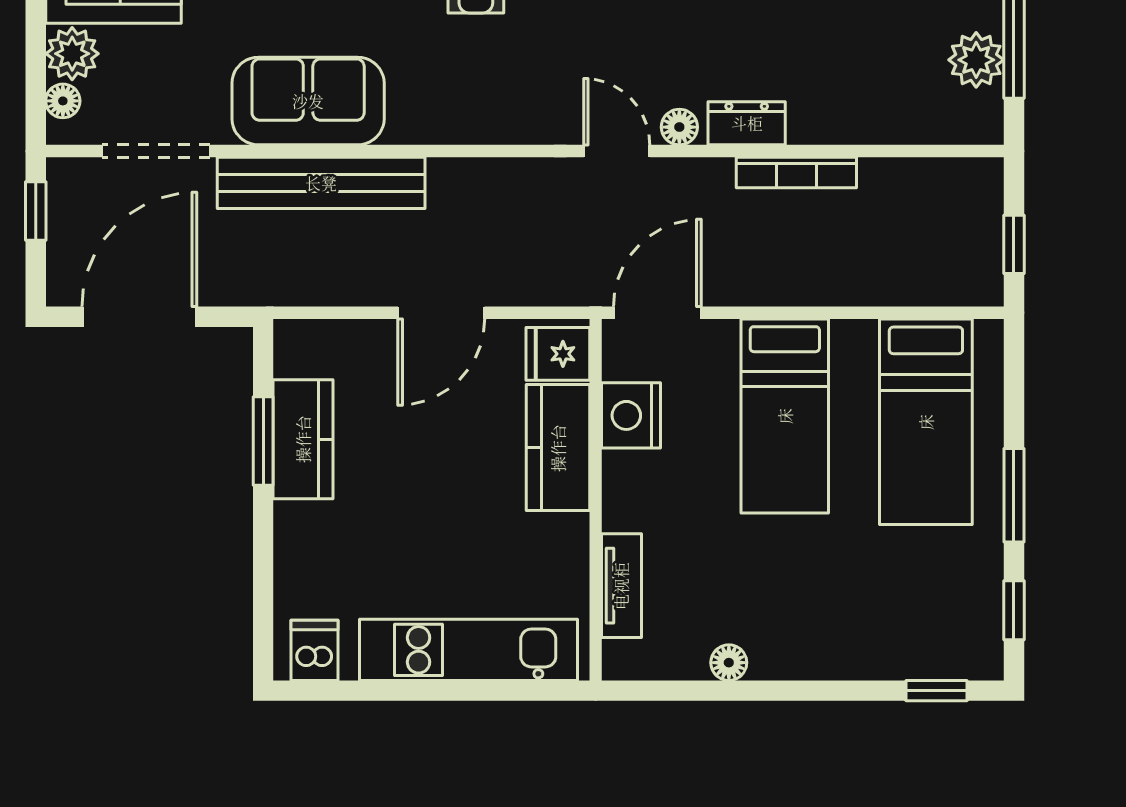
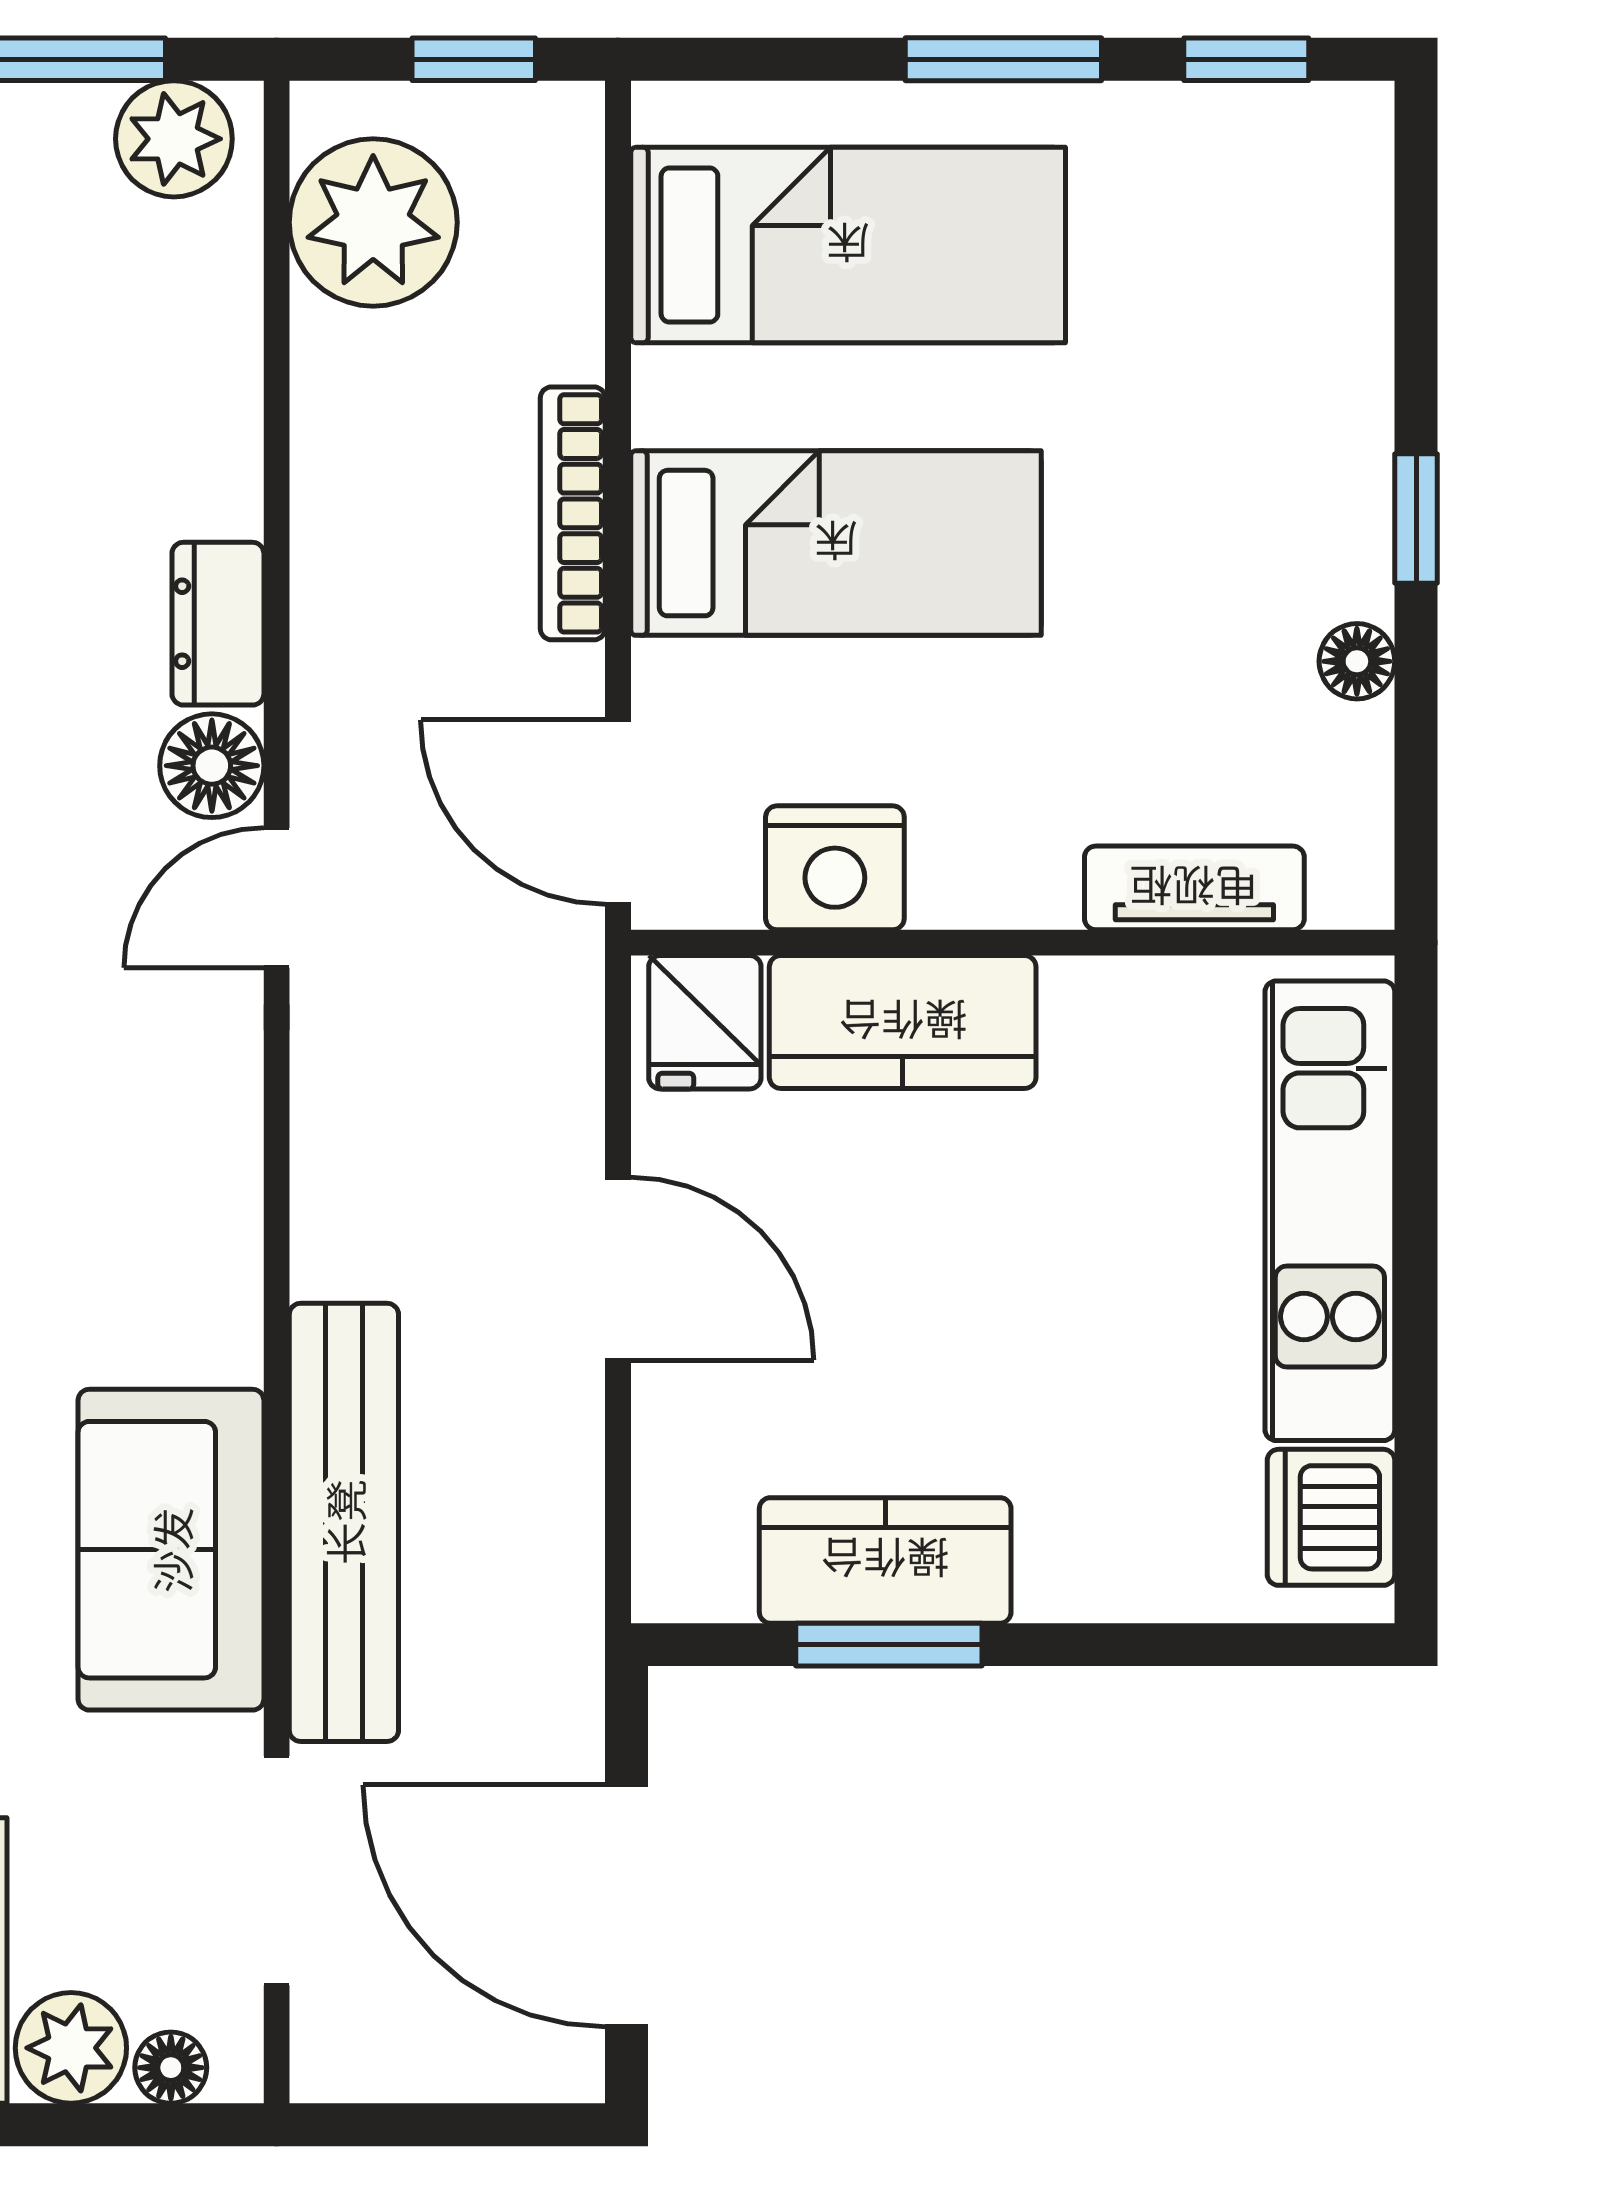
plant: (976, 60) -> (174, 139), moved
floor lamp: (679, 127) -> (212, 766), width x1.37, depth x1.37
bookcase: (796, 172) -> (573, 513), moved, turned 180
plant: (937, 197) -> (373, 222), added
window: (36, 211) -> (403, 2125), removed
dishwasher: (315, 650) -> (1331, 1517), width x1.38
window: (937, 691) -> (1416, 519), moved

